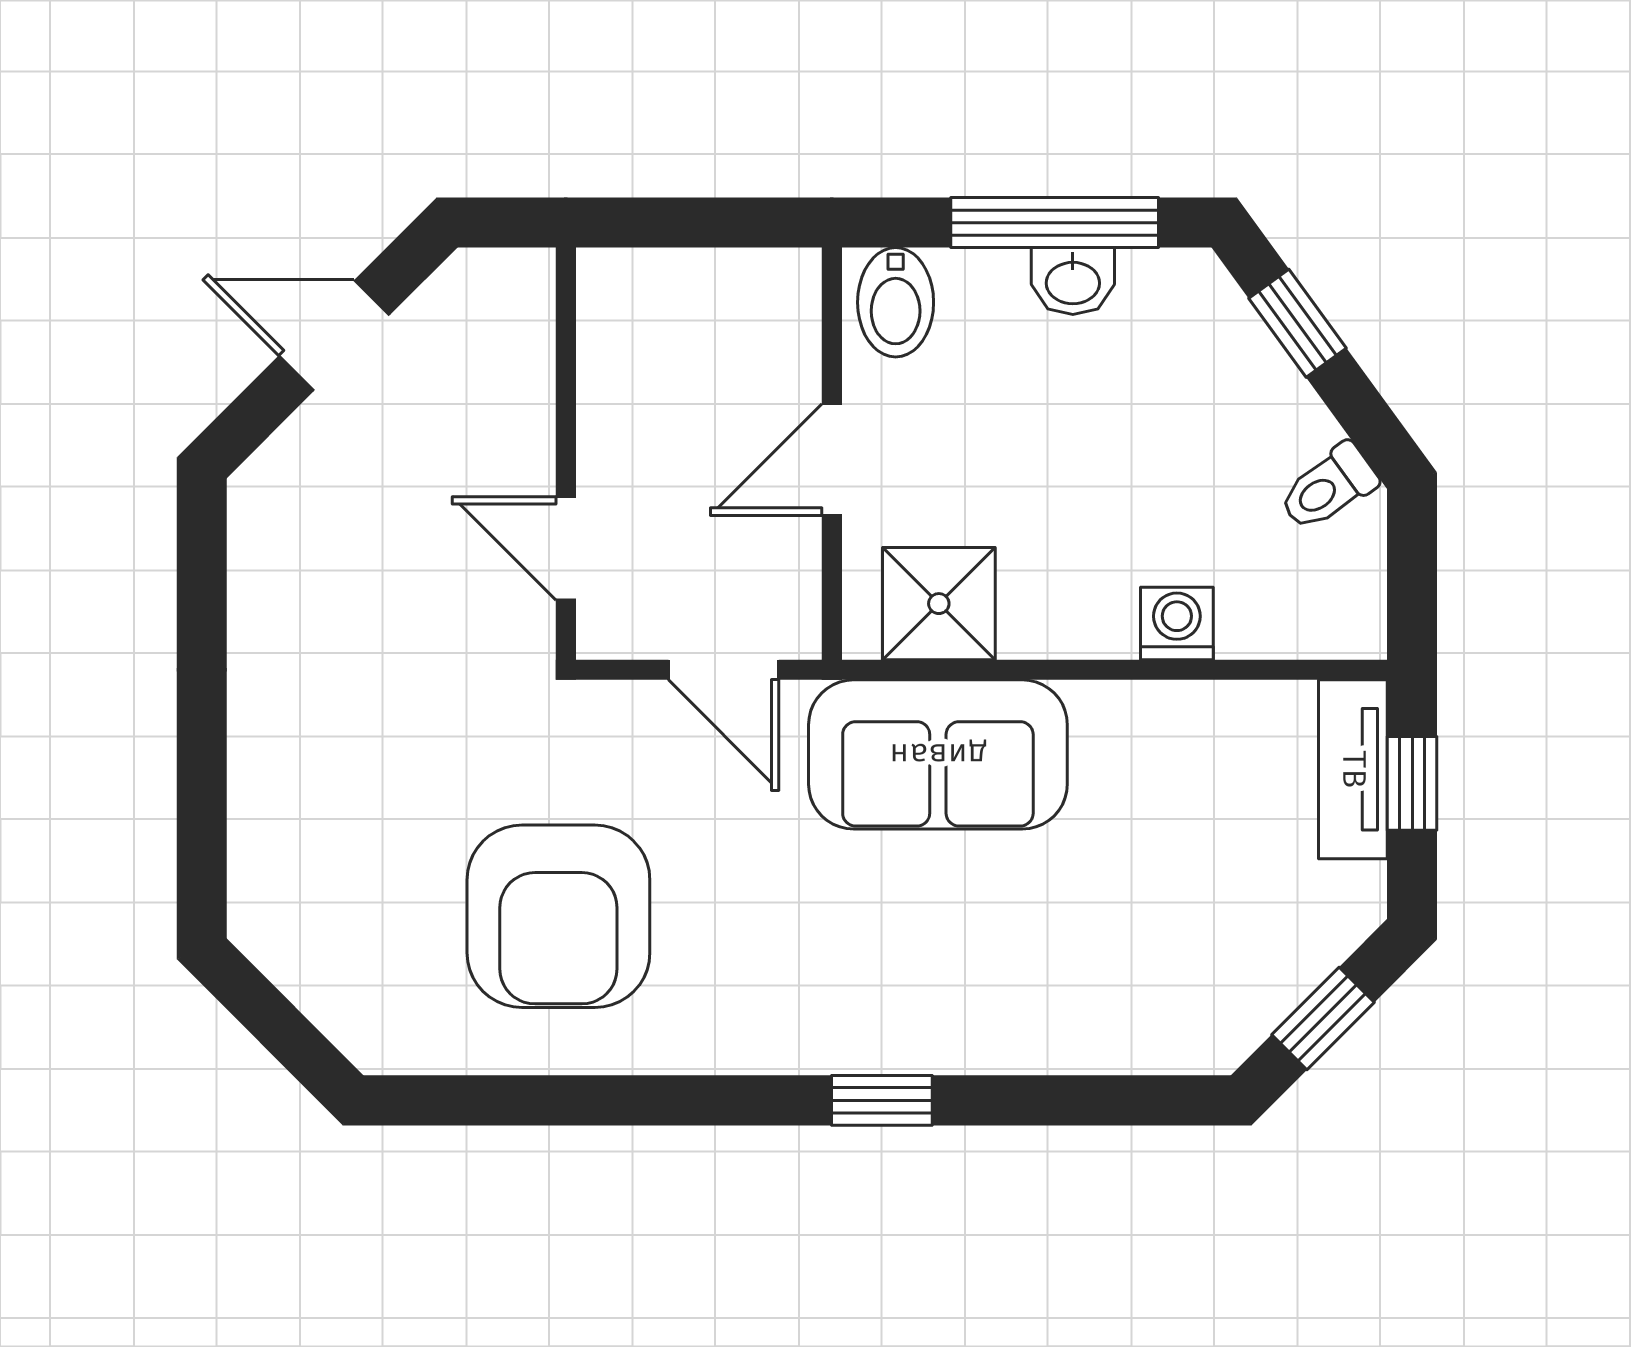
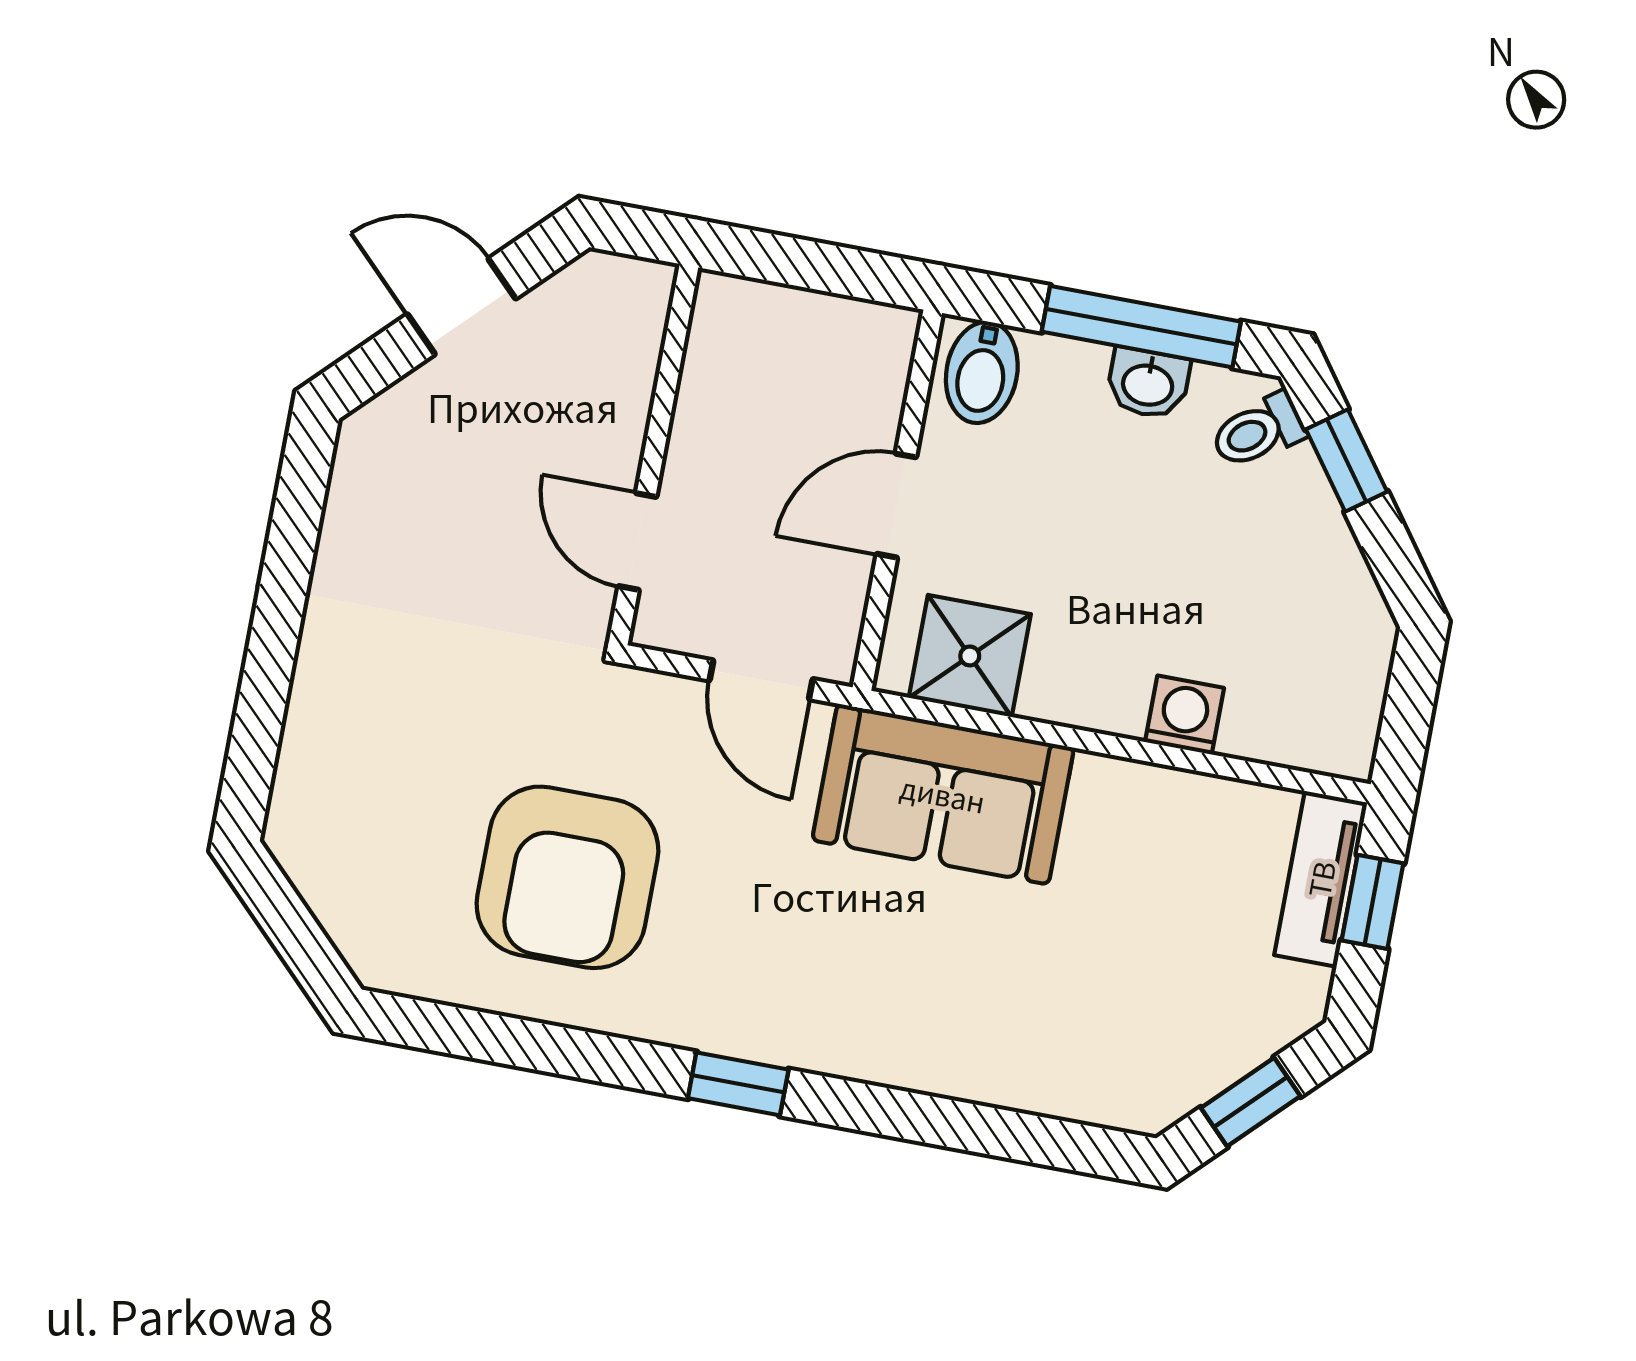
toilet: (1328, 488) -> (1258, 431), moved
window: (882, 1100) -> (738, 1084), moved

